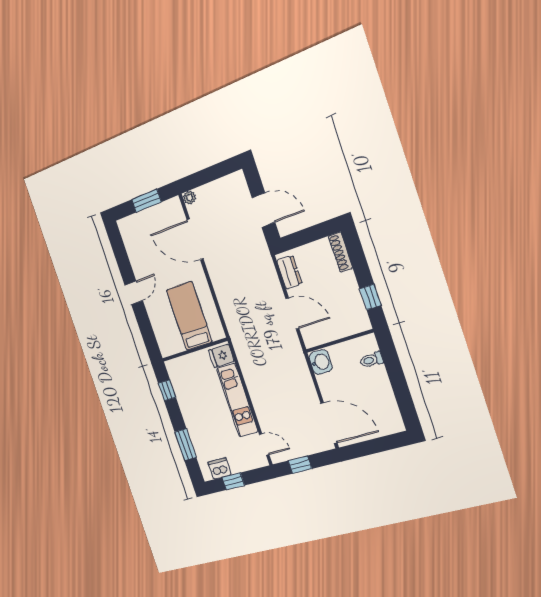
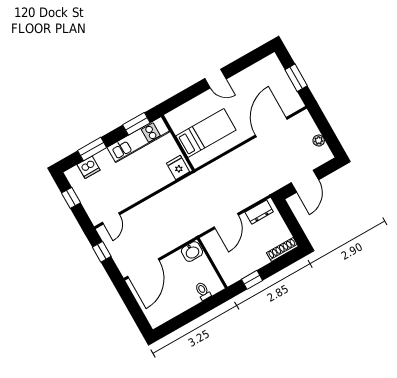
plant: (189, 198) -> (319, 141), moved
window: (167, 390) -> (136, 124), width x1.50
kitchen unit: (237, 400) -> (138, 140), moved, turned 180
dishwasher: (220, 468) -> (89, 167), moved, turned 90

